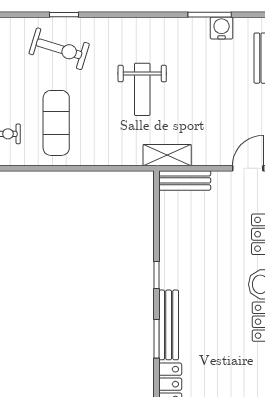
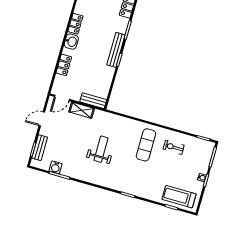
exercise bike: (59, 49) -> (135, 179), removed
shelving: (167, 155) -> (82, 110), moved
bench: (169, 325) -> (116, 50), moved

